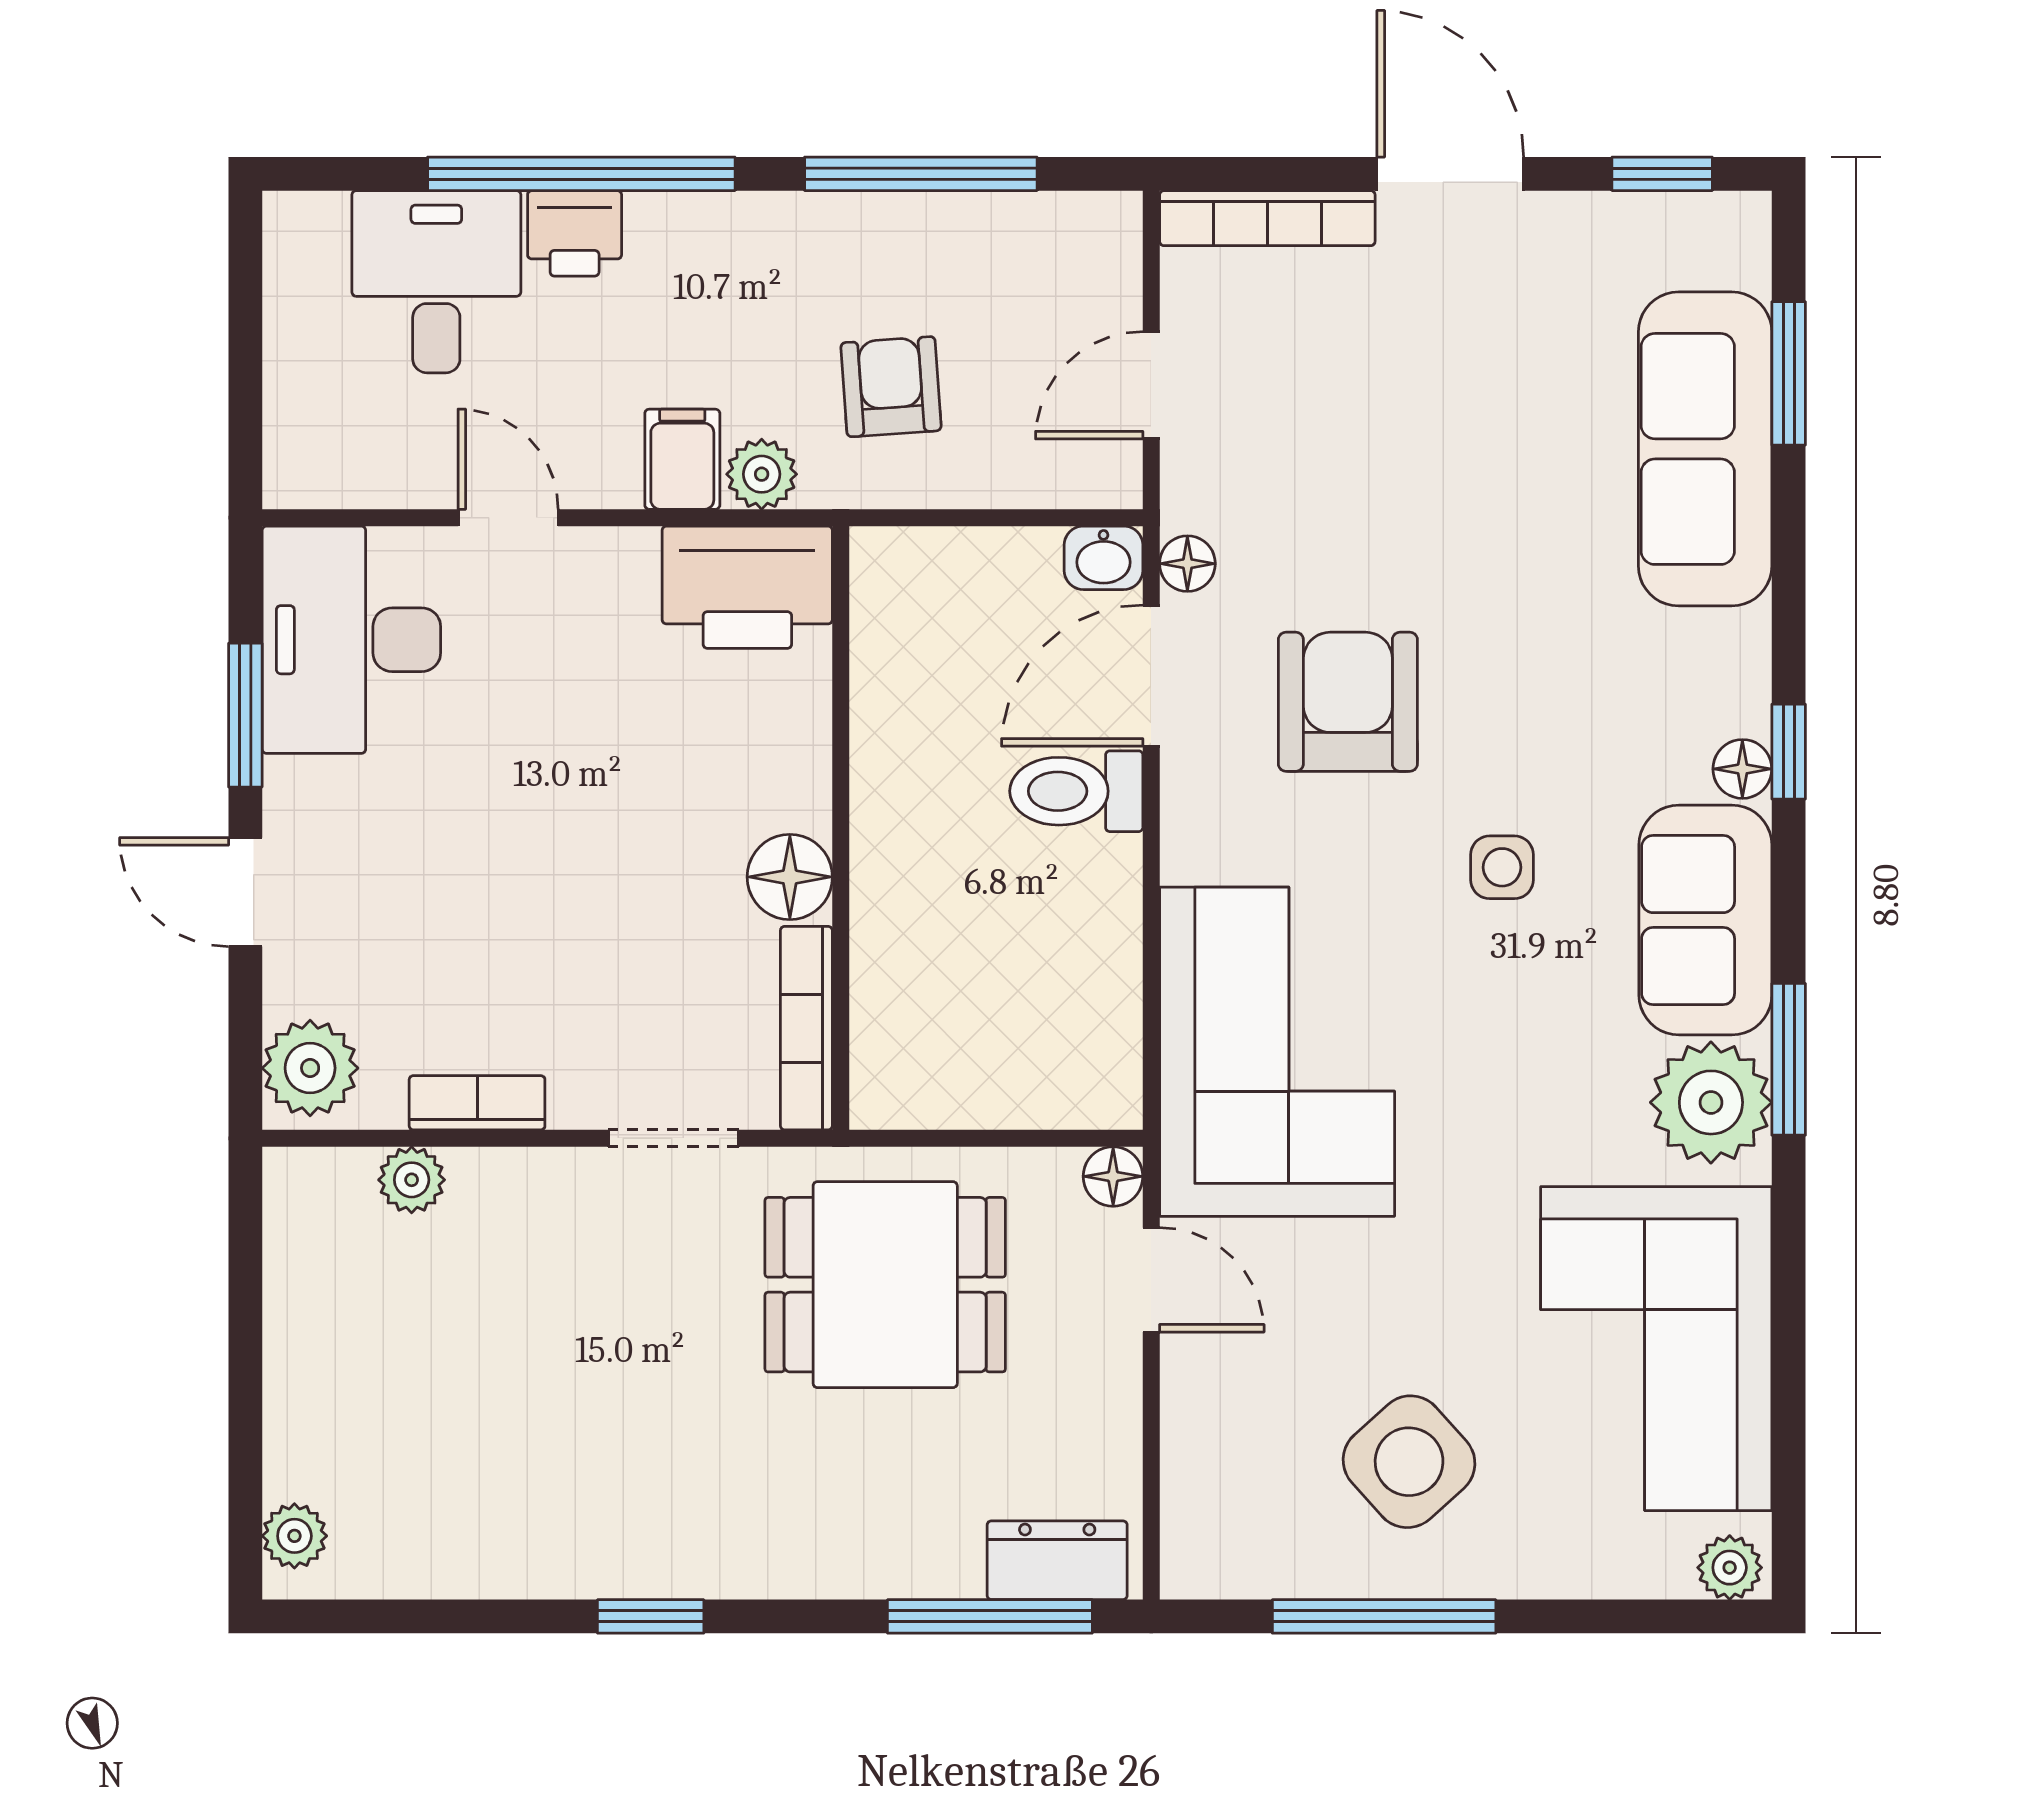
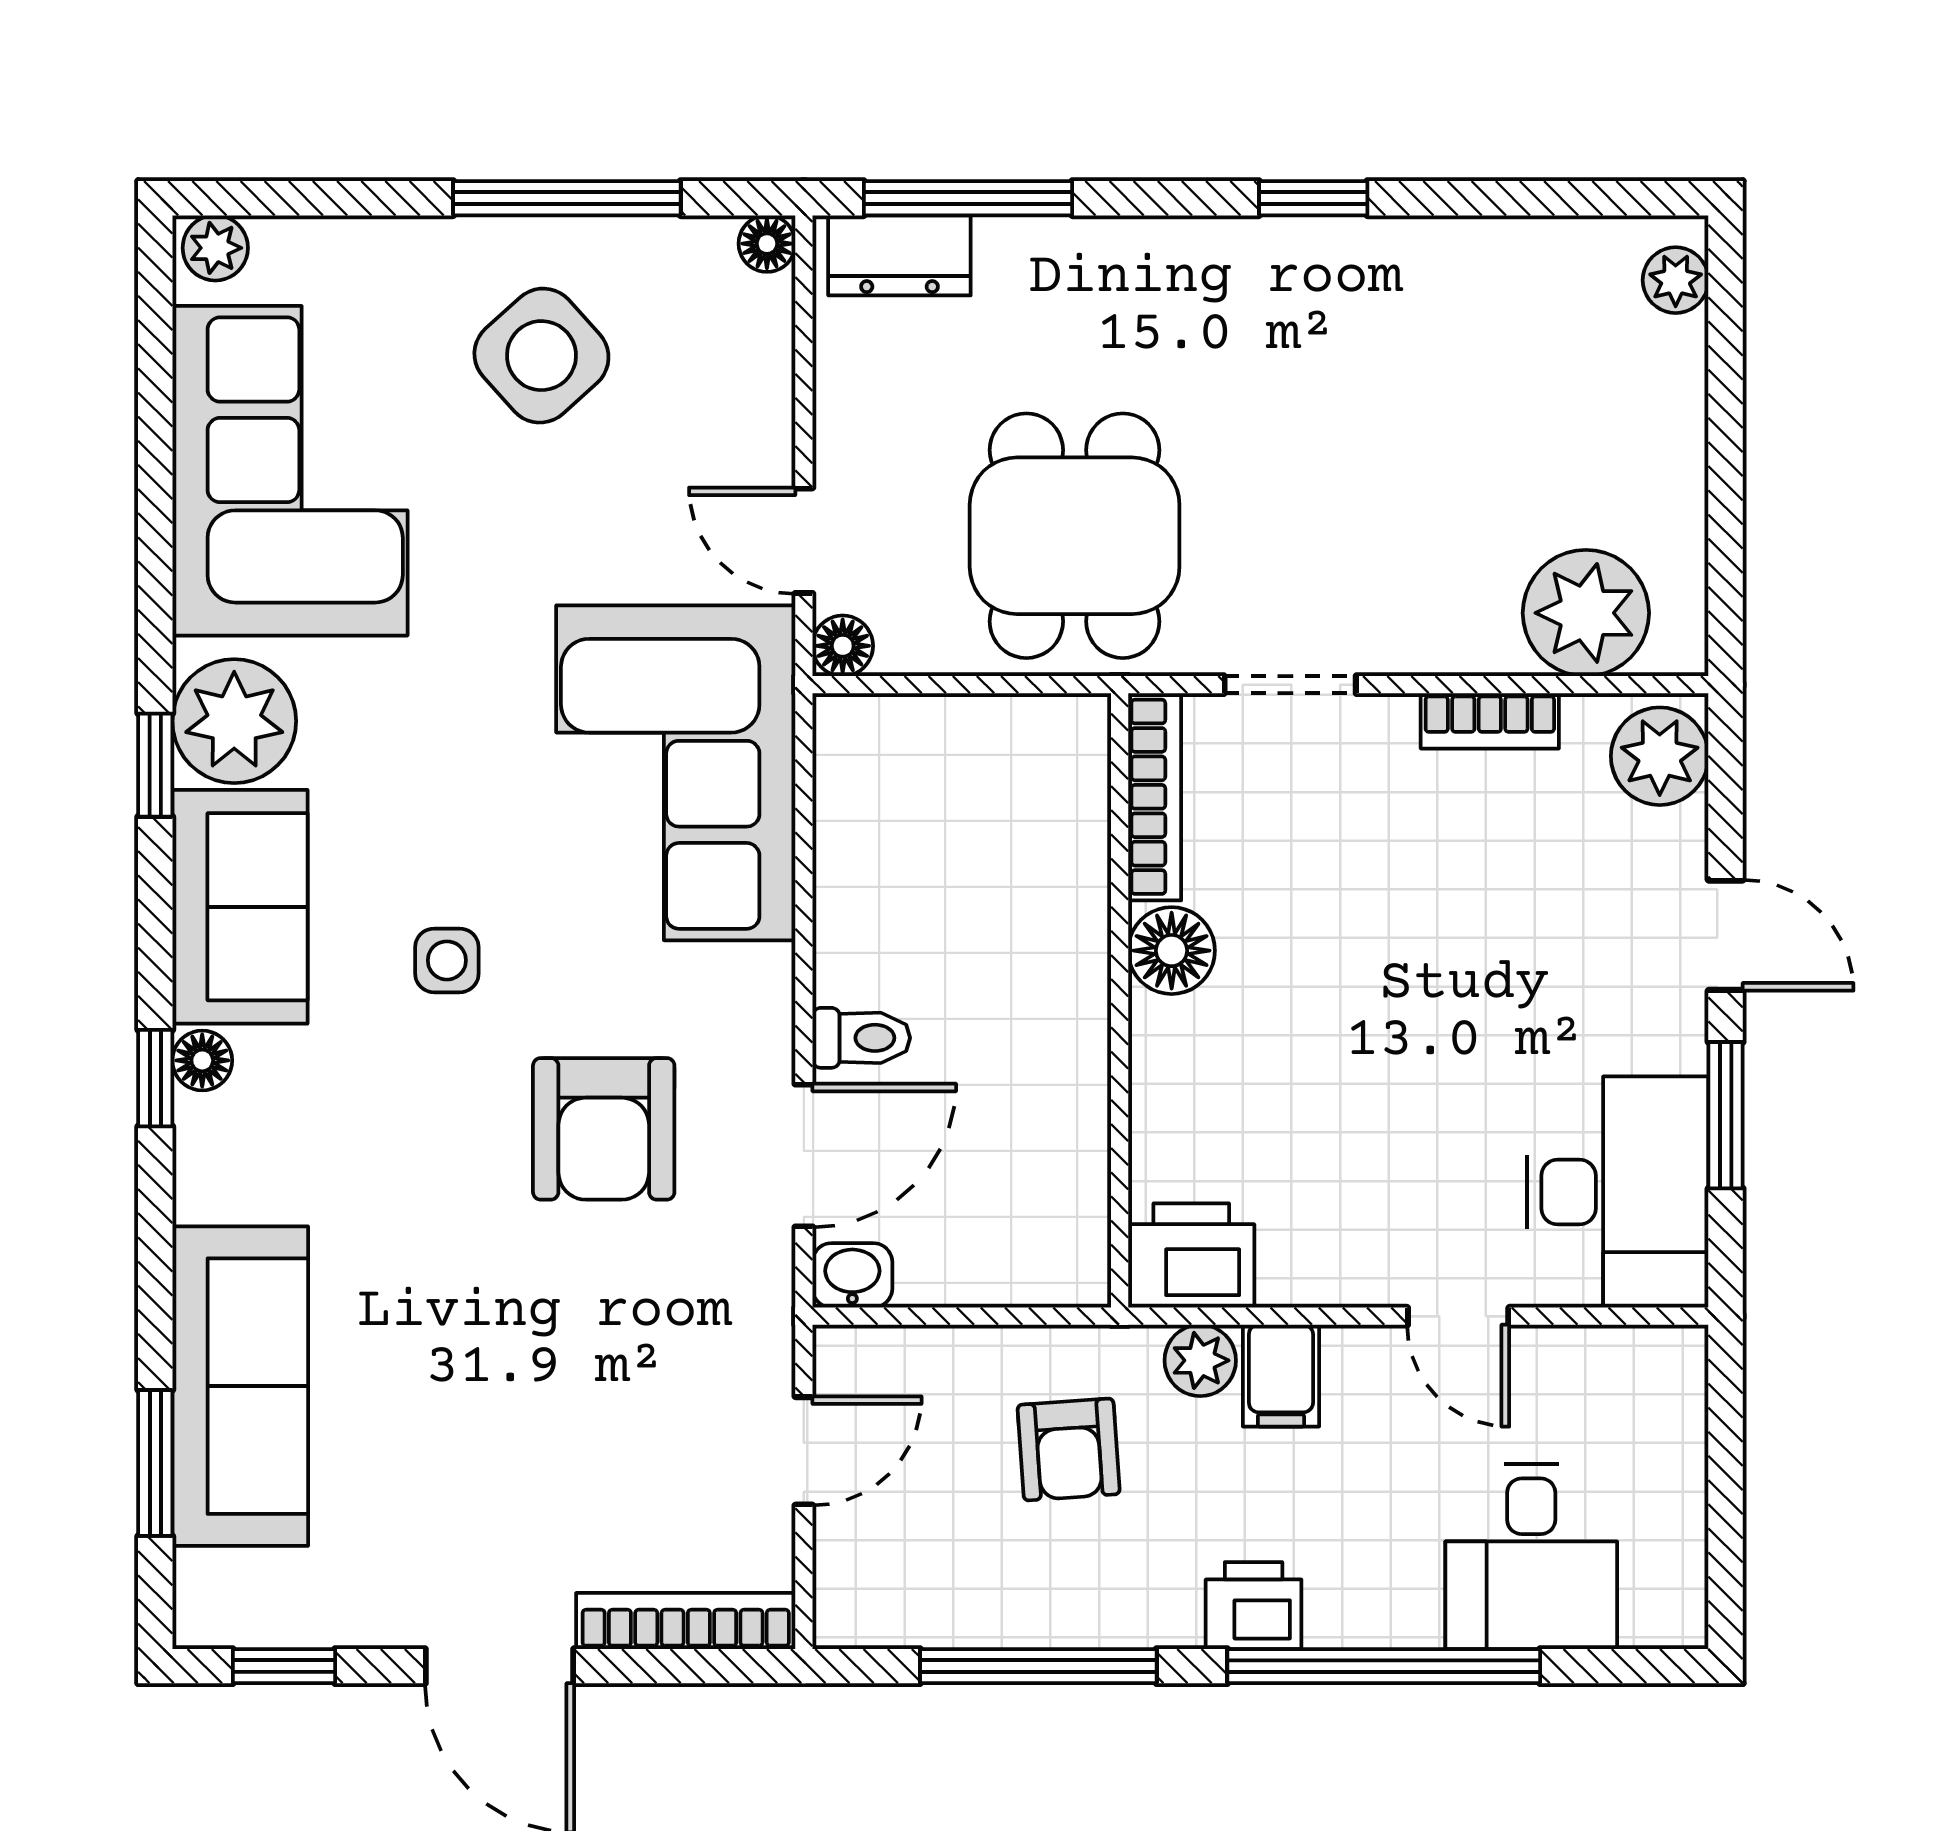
printer: (575, 233) -> (1254, 1606), moved
floor lamp: (1187, 564) -> (767, 244), moved
printer: (747, 587) -> (1191, 1256), width x0.73, depth x0.84
toilet: (1076, 791) -> (861, 1038), width x0.73, depth x0.72
window: (1789, 1059) -> (155, 765), width x0.67
plant: (412, 1180) -> (1586, 613), width x1.88, depth x1.88
dining table: (885, 1285) -> (1075, 536), turned 90

